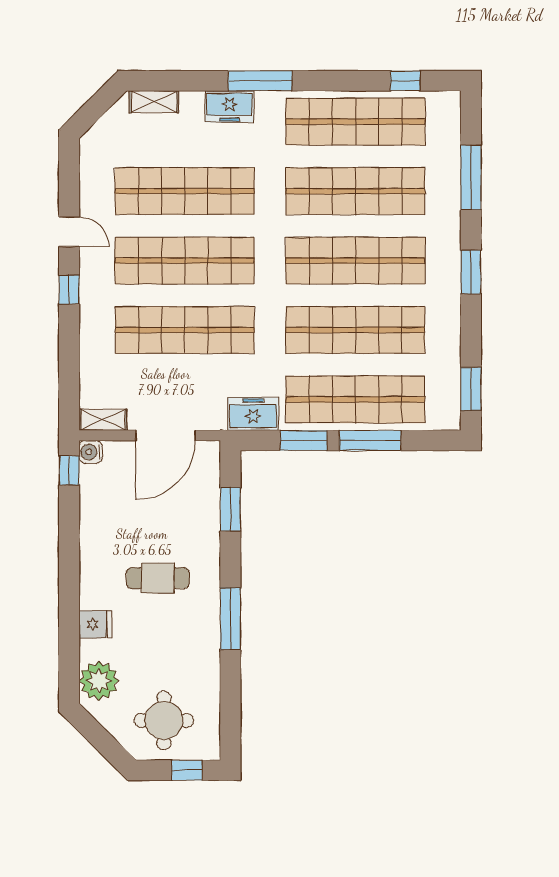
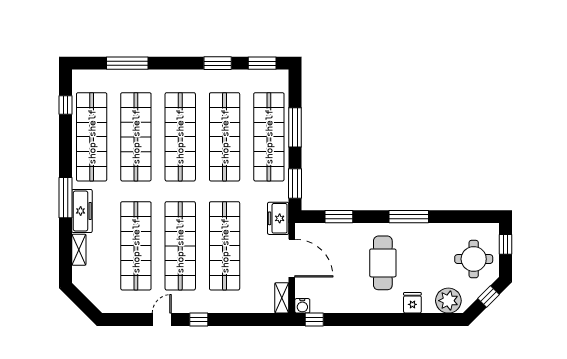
shelving: (154, 102) -> (79, 250), moved
freezer: (229, 107) -> (82, 211), width x1.40
window: (471, 272) -> (218, 63), moved
freezer: (253, 414) -> (278, 218), moved
window: (304, 440) -> (295, 183), moved
cafe table: (158, 578) -> (383, 263), width x1.37, depth x1.35
window: (105, 744) -> (488, 296), added

